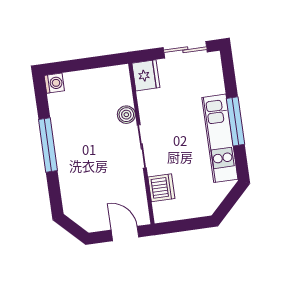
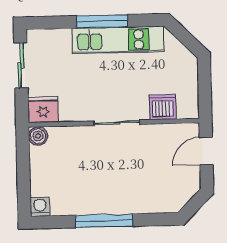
boiler: (126, 115) -> (38, 136), moved

